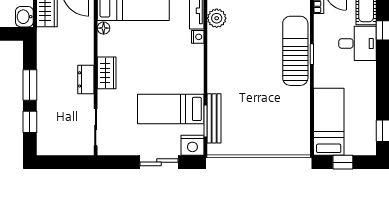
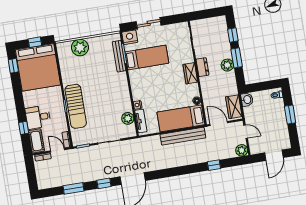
plant: (46, 76) -> (227, 65), added
bed: (329, 122) -> (38, 67), width x2.04
plant: (273, 142) -> (80, 48), added

